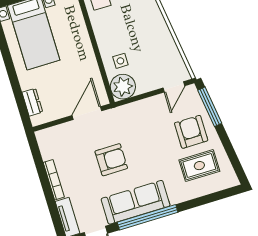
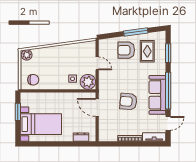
door: (174, 87) -> (97, 63), moved
window: (210, 107) -> (136, 32), moved
armchair: (111, 160) -> (128, 101), turned -85
window: (206, 199) -> (168, 53), added

